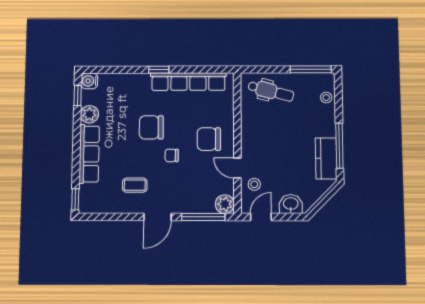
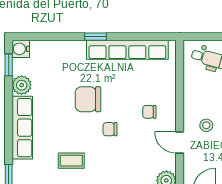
chair: (209, 139) -> (149, 112), width x0.54, depth x0.54
stool: (254, 184) -> (206, 125), moved

